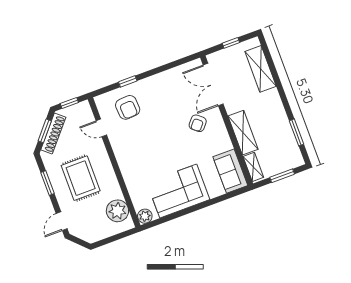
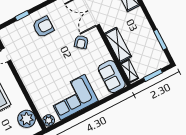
armchair: (128, 107) -> (43, 27), moved, turned -87

